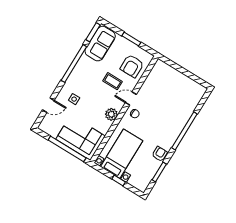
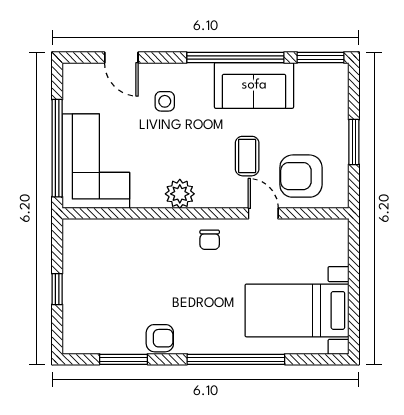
sofa: (100, 44) -> (254, 85), moved
door: (131, 98) -> (263, 213), moved
bed with nightstands: (122, 154) -> (297, 310), moved, turned 180

